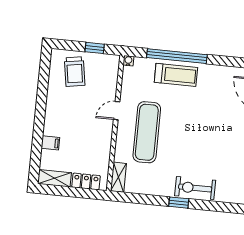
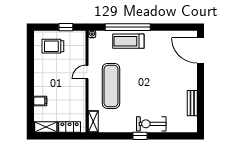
trolley: (75, 72) -> (53, 46), turned 99
treadmill: (176, 75) -> (128, 41), turned 180

